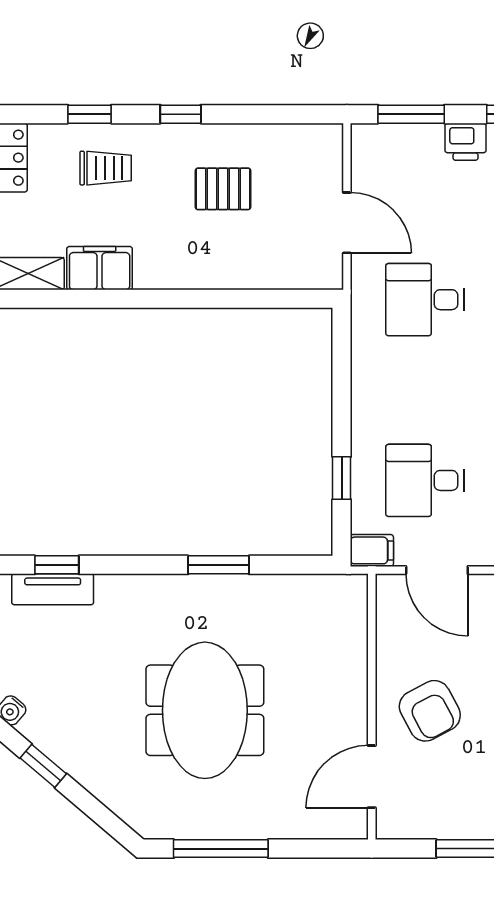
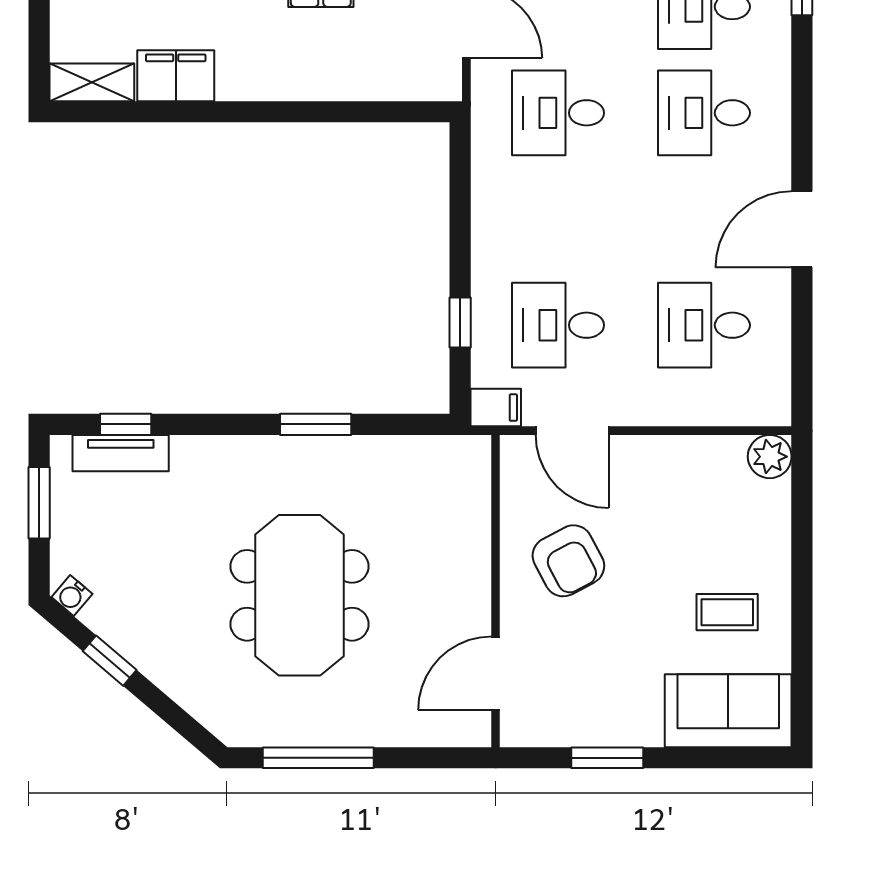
armchair: (430, 711) -> (568, 561), moved

